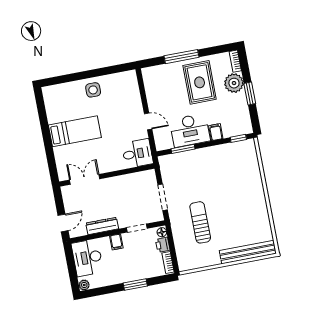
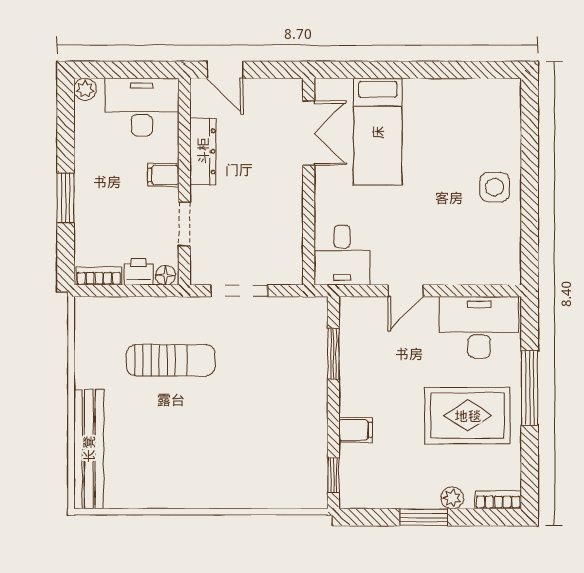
plant: (234, 83) -> (452, 498), width x0.53, depth x0.53
desk: (190, 130) -> (479, 327), moved, turned 90
bed: (75, 131) -> (378, 132), moved

